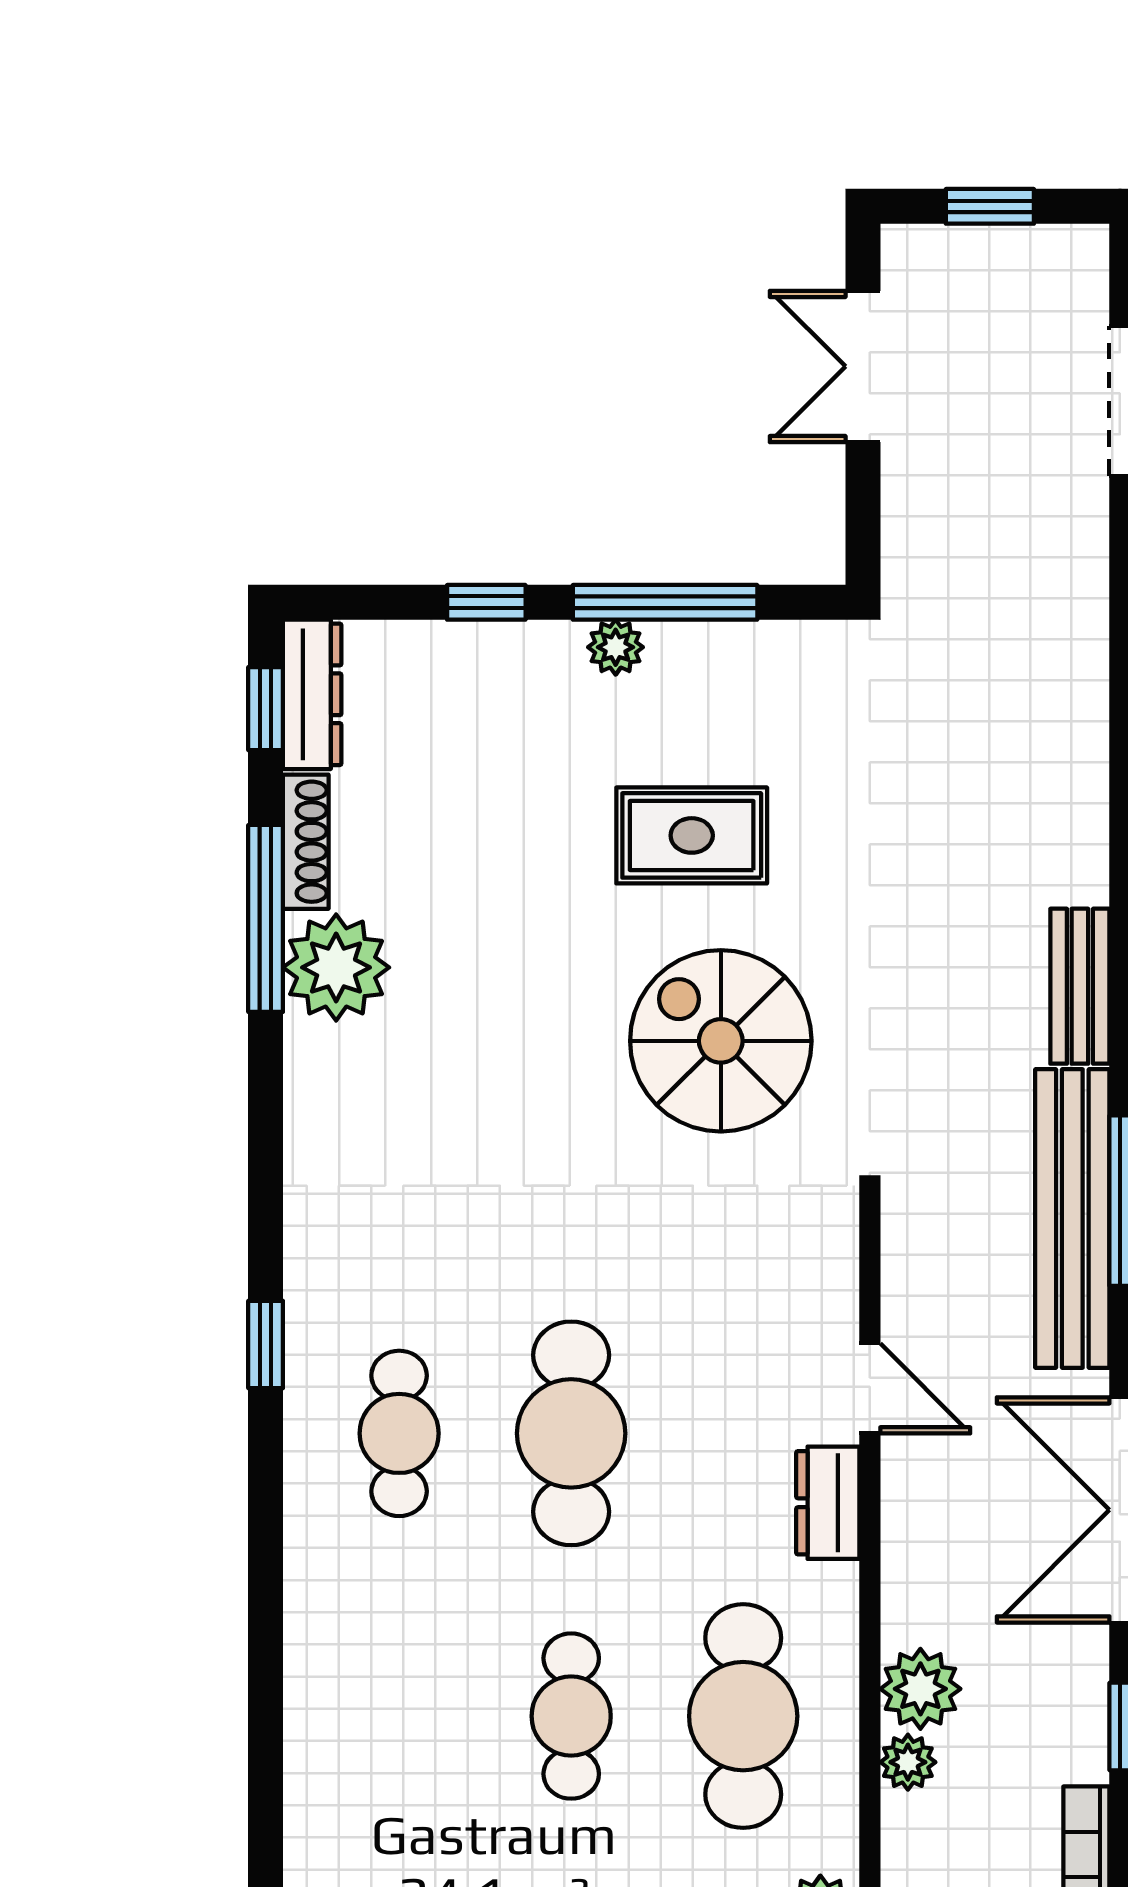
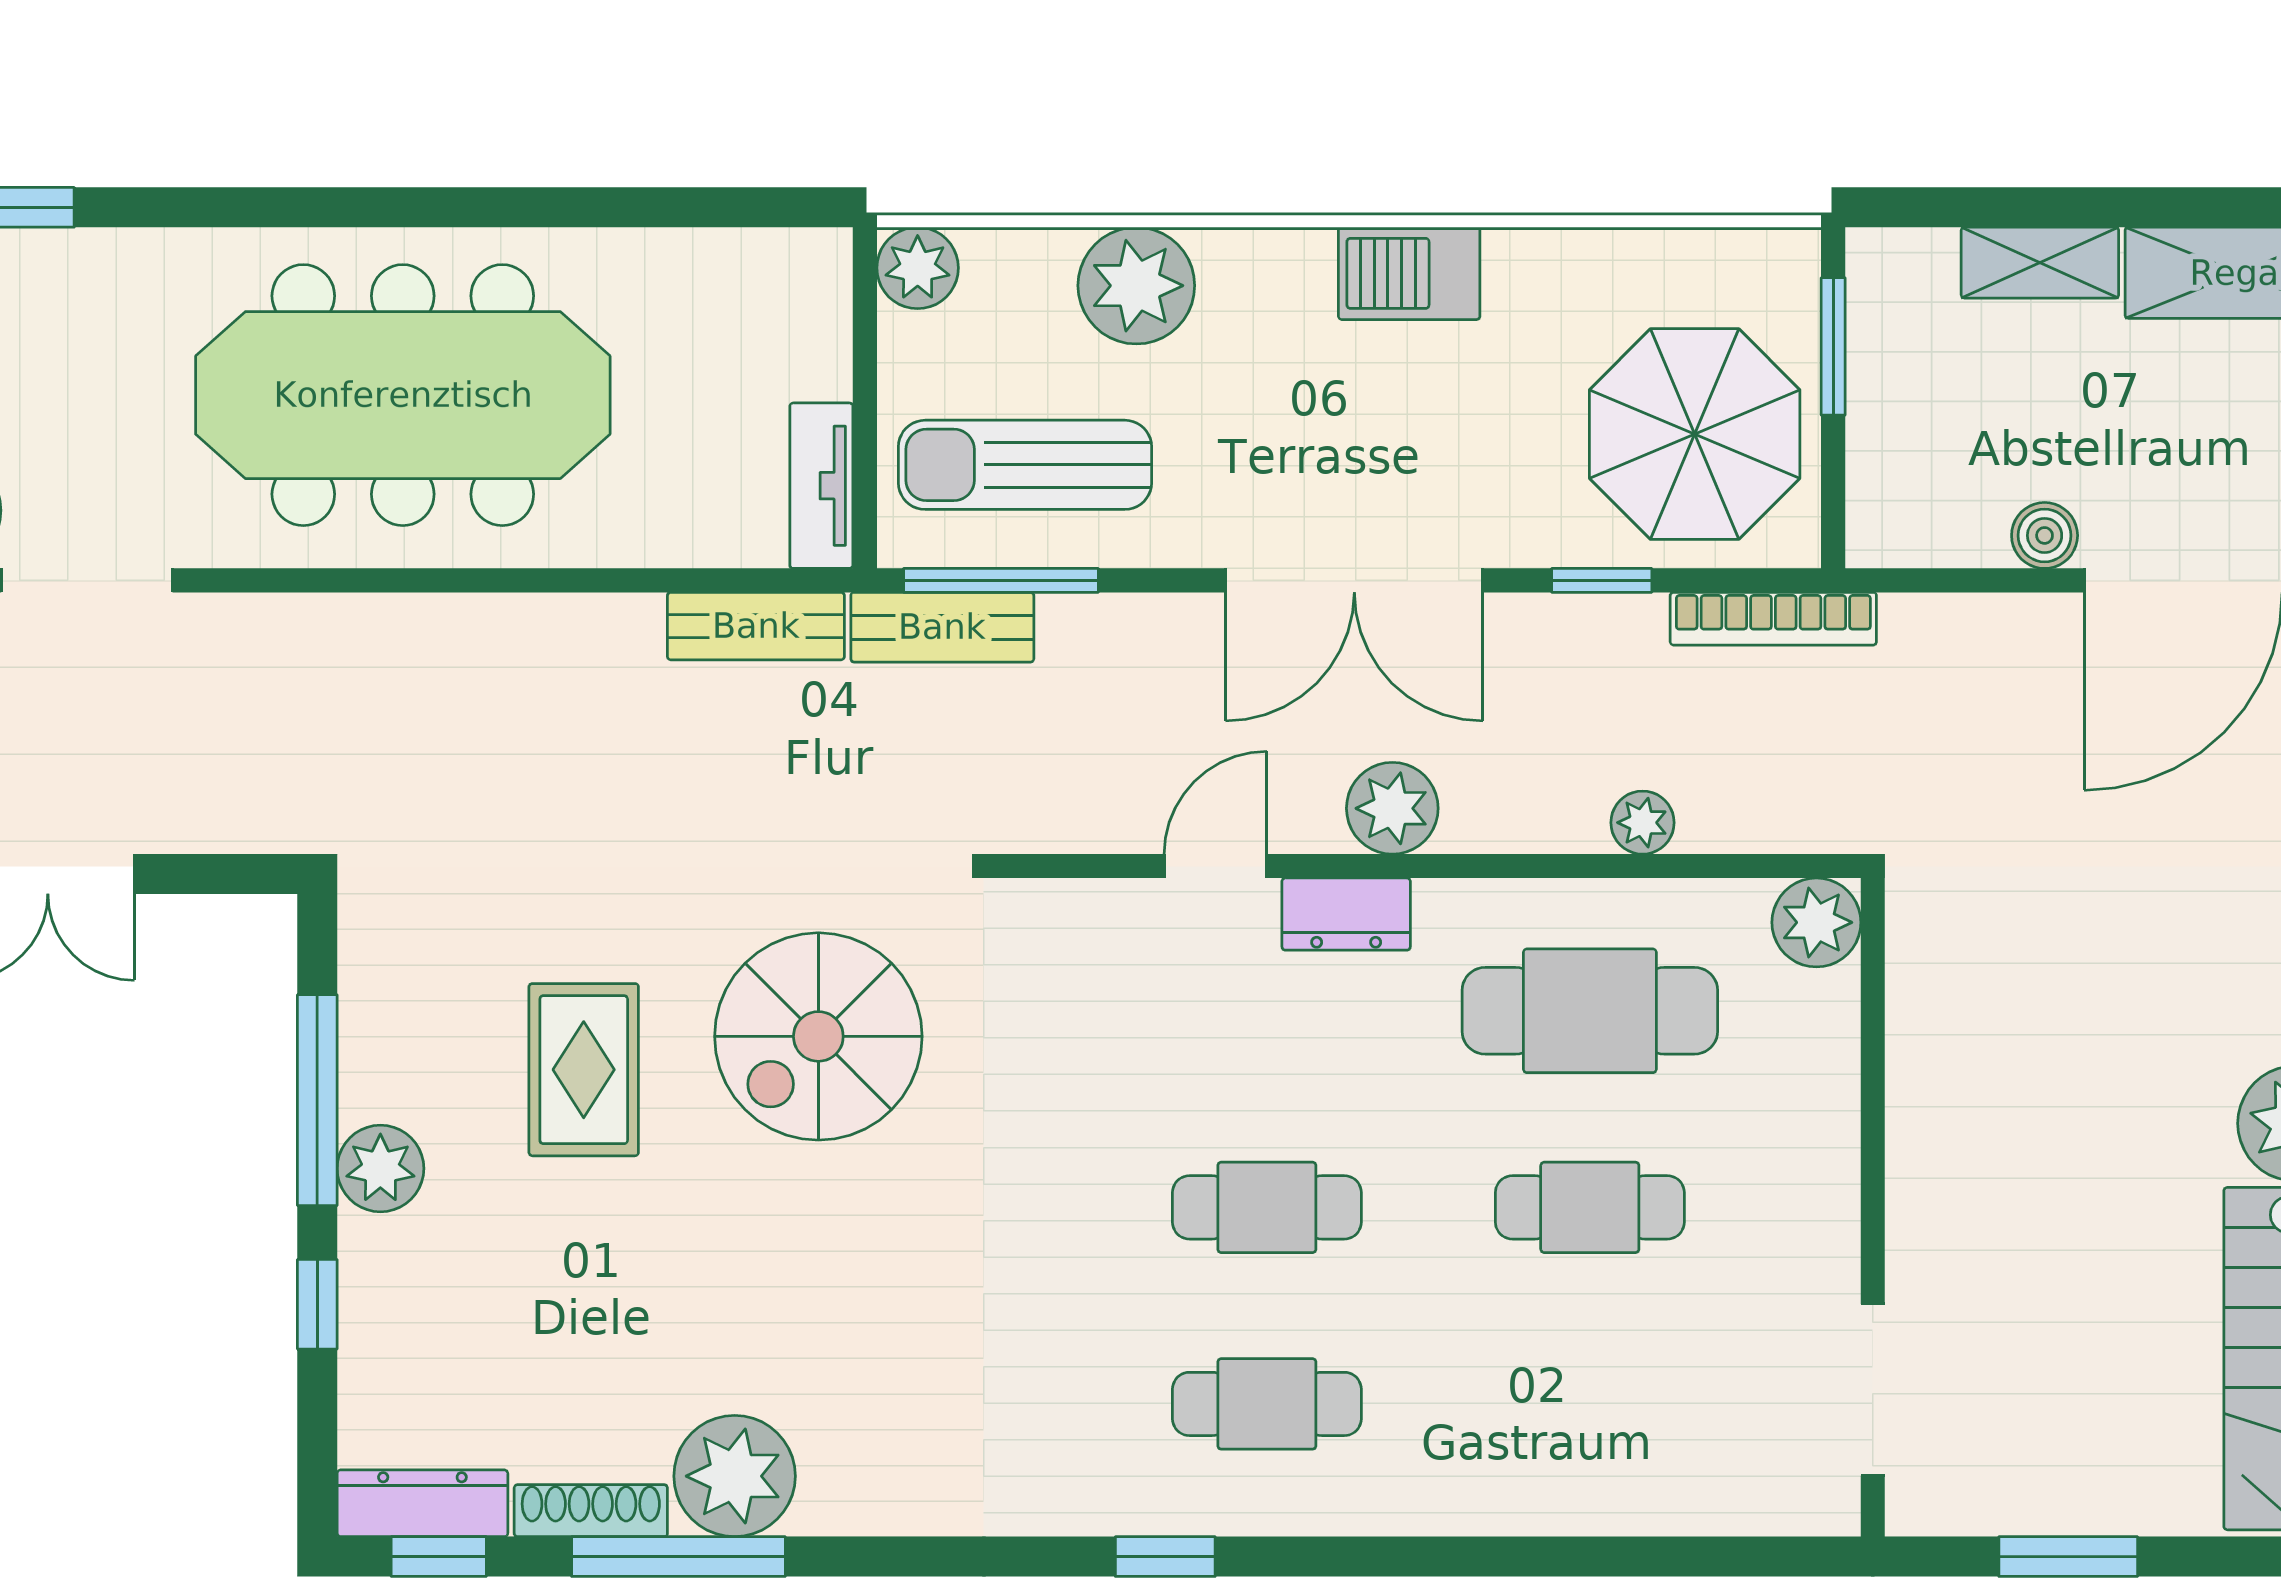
plant: (616, 647) -> (380, 1168), width x1.38, depth x1.38
bench: (1072, 1219) -> (942, 627), width x0.54, depth x0.82
cafe table: (571, 1433) -> (1267, 1207), width x0.73, depth x0.74
plant: (920, 1689) -> (1392, 808), moved

